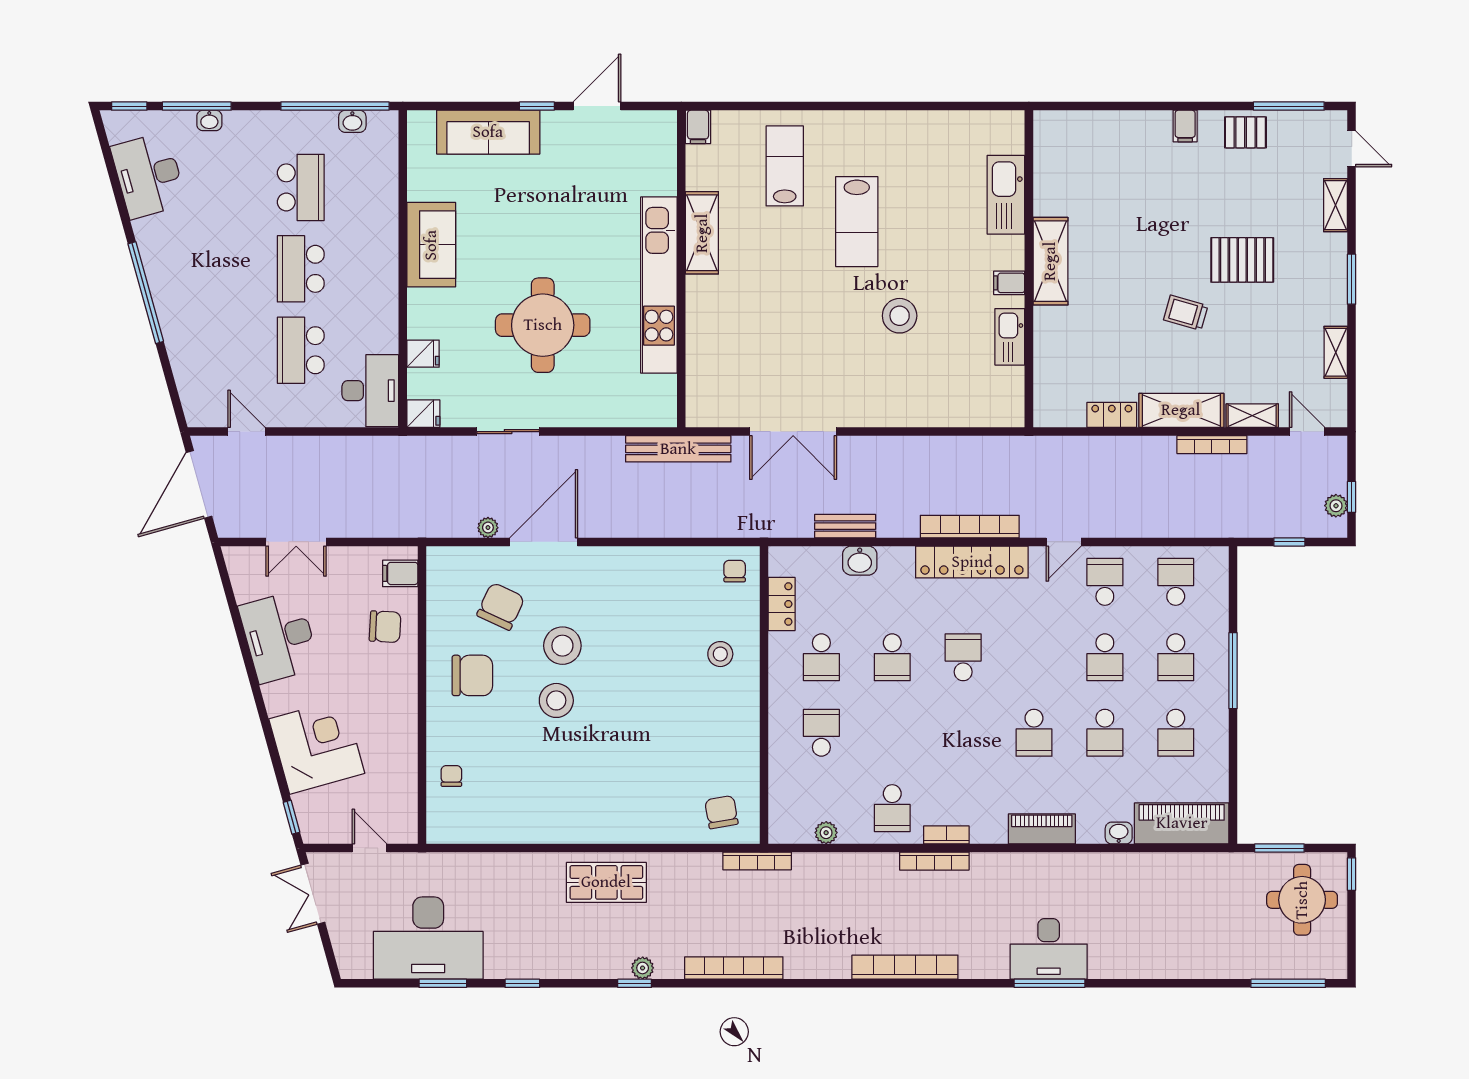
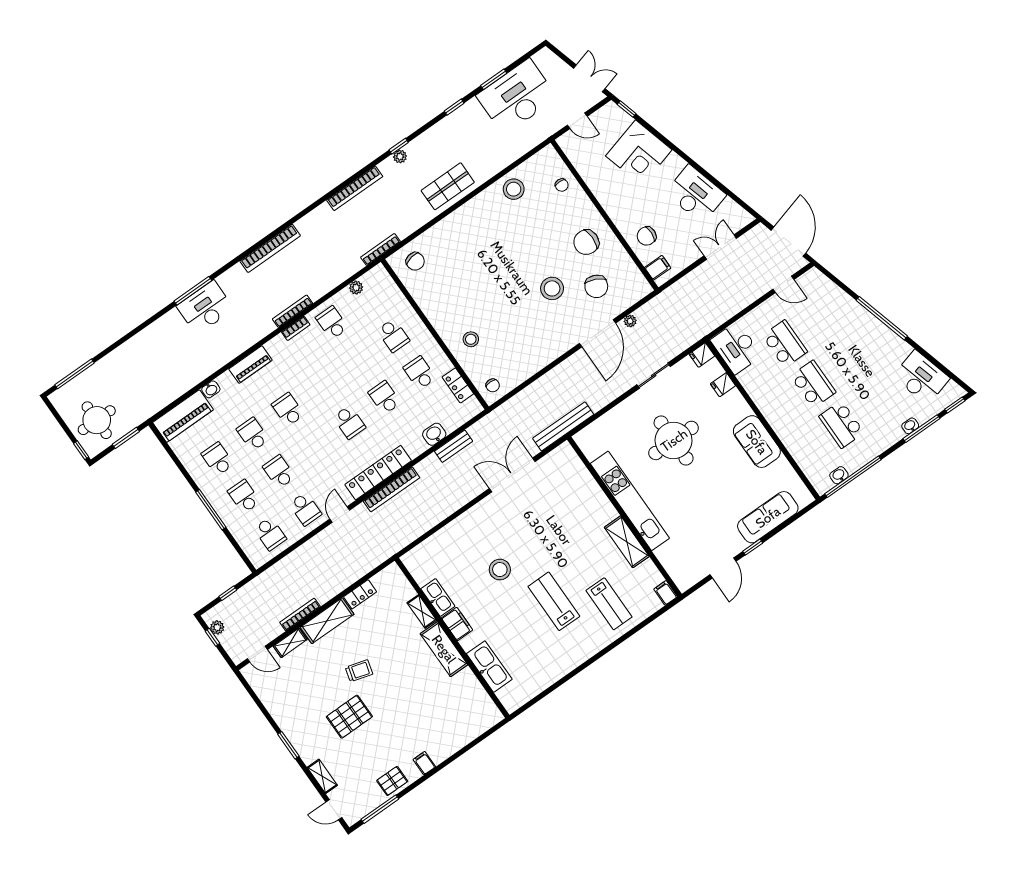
filing cabinet: (1009, 283) -> (457, 624), width x2.00
shelving: (1336, 352) -> (422, 611), moved
stool: (556, 700) -> (514, 189), moved

